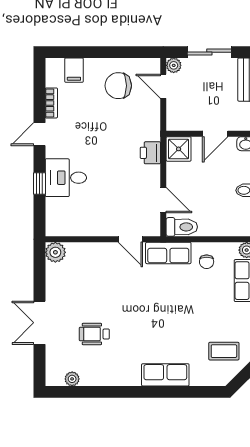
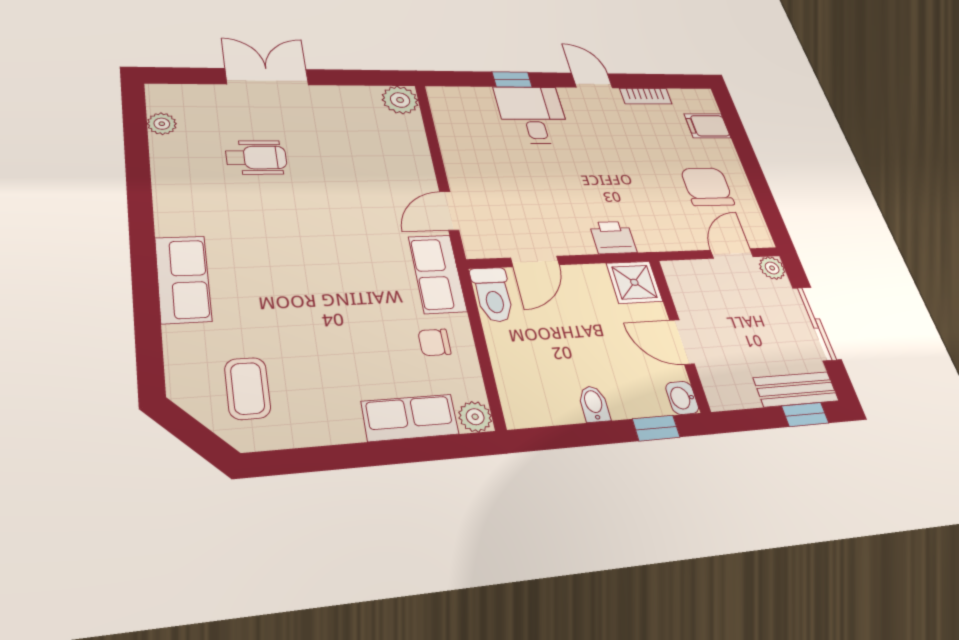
wheelchair: (94, 334) -> (256, 157), turned 90

